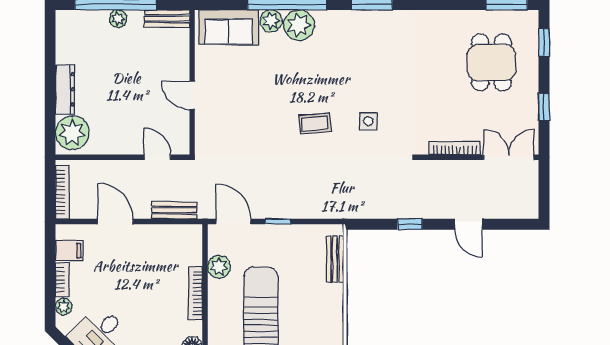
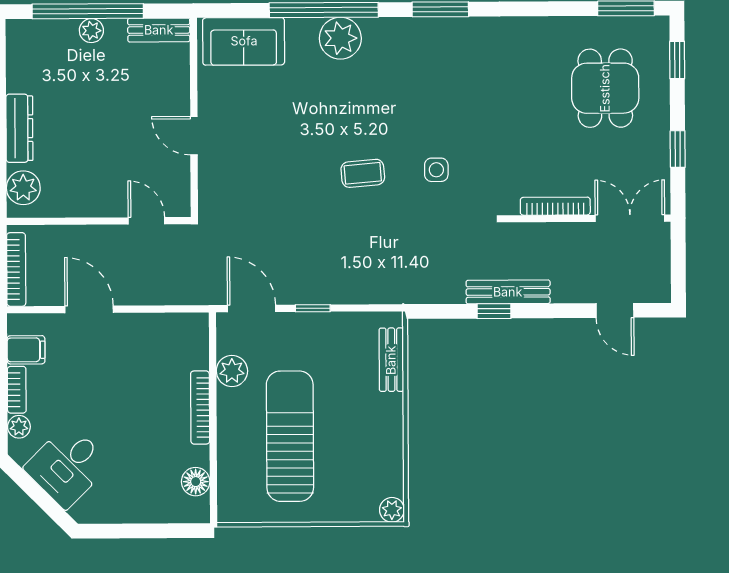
plant: (271, 21) -> (302, 32), removed
plant: (72, 133) -> (23, 188), width x0.73, depth x0.73
bench: (174, 210) -> (508, 292), moved, width x1.36
door: (468, 224) -> (615, 310), moved

